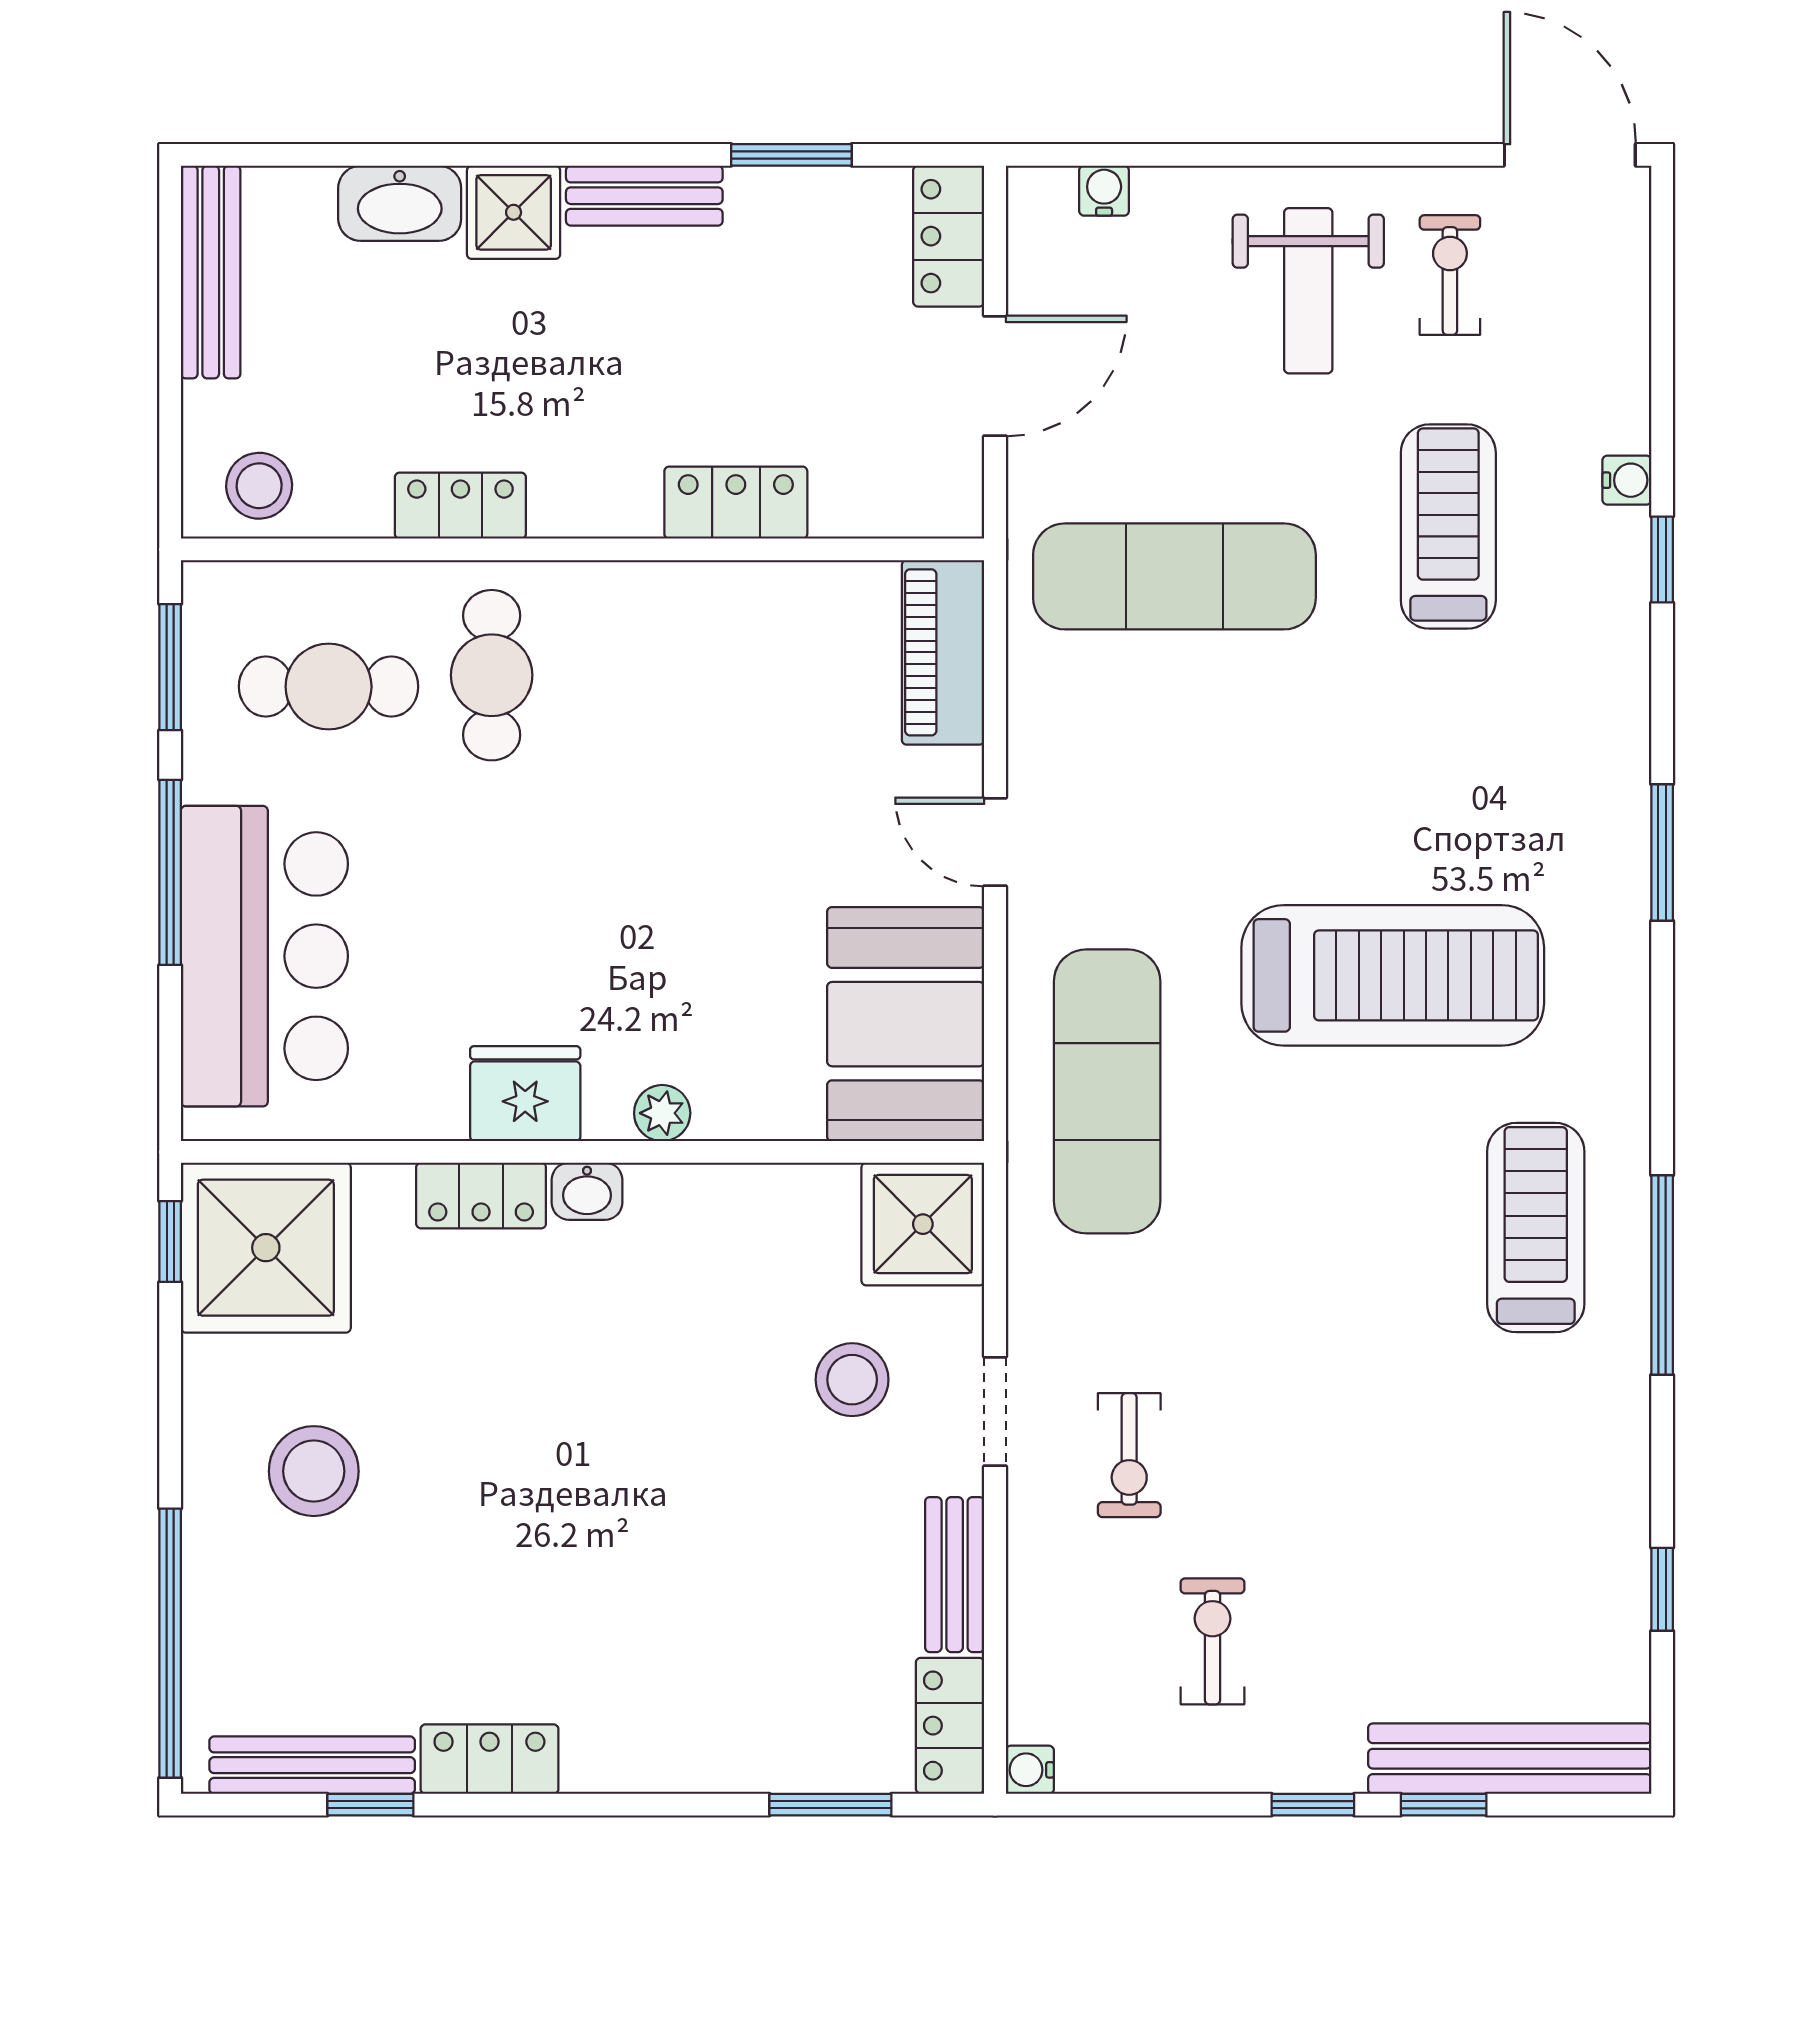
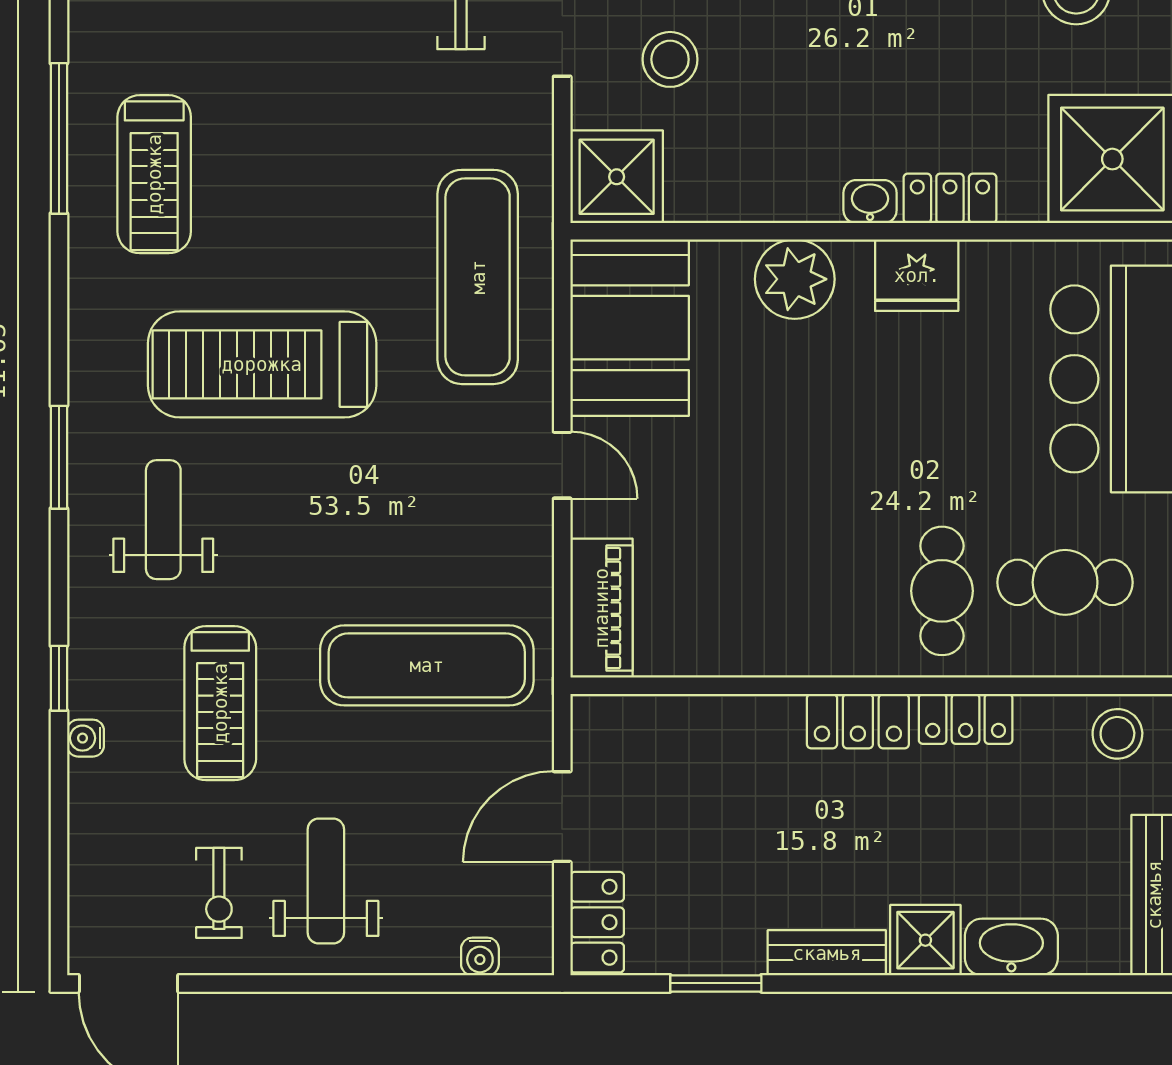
locker: (736, 503) -> (858, 721), moved
weight bench: (1524, 770) -> (163, 520), added
plant: (662, 1113) -> (795, 279), width x1.87, depth x1.87

